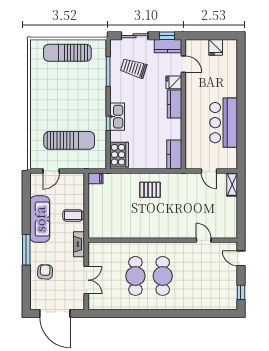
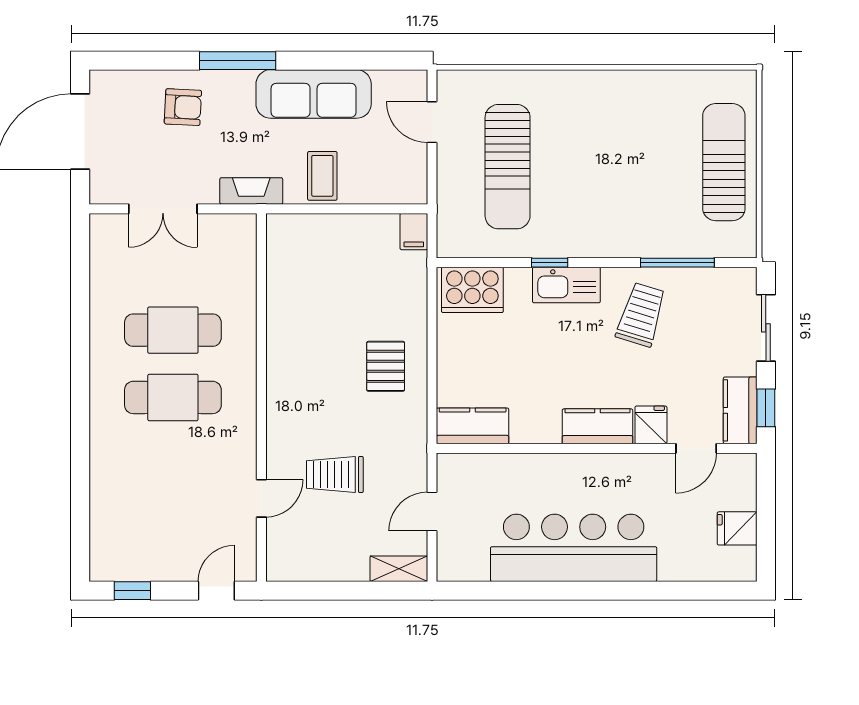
trolley: (134, 68) -> (641, 315), moved
bar counter: (224, 123) -> (574, 548), width x1.36
trolley: (194, 210) -> (335, 474), added

